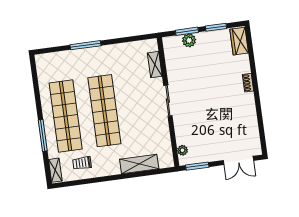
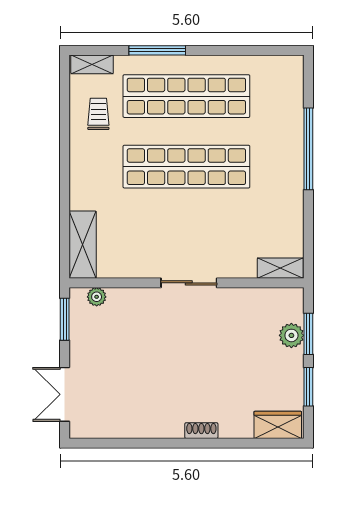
window: (85, 45) -> (308, 149), width x1.46
shelving: (155, 65) -> (280, 268), moved
shelving: (139, 164) -> (83, 245), moved

